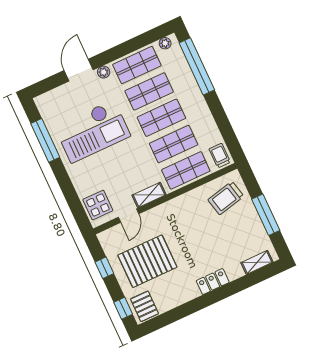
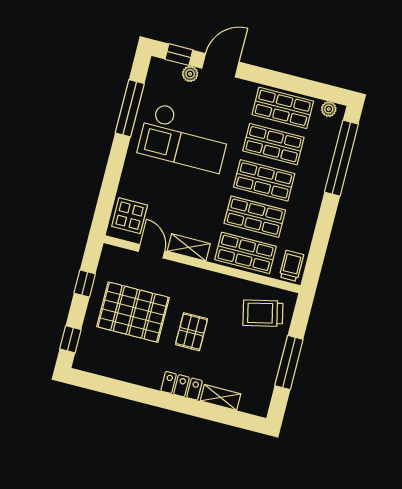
plant: (104, 72) -> (190, 74), moved
window: (48, 84) -> (179, 55), added
door: (129, 216) -> (151, 251), swing flipped
shelving: (257, 262) -> (220, 397), moved
pallet: (145, 306) -> (192, 332), moved

